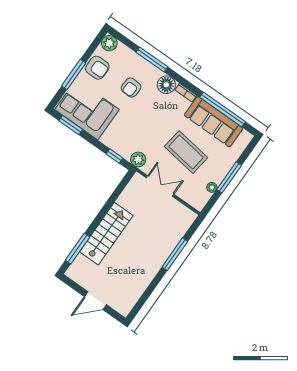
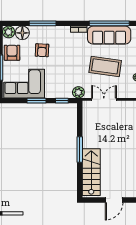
armchair: (97, 68) -> (12, 53), turned -90
floor lamp: (166, 85) -> (22, 33), moved
window: (71, 125) -> (37, 101), moved
stairs: (106, 234) -> (91, 172), moved
window: (77, 249) -> (80, 149), moved

